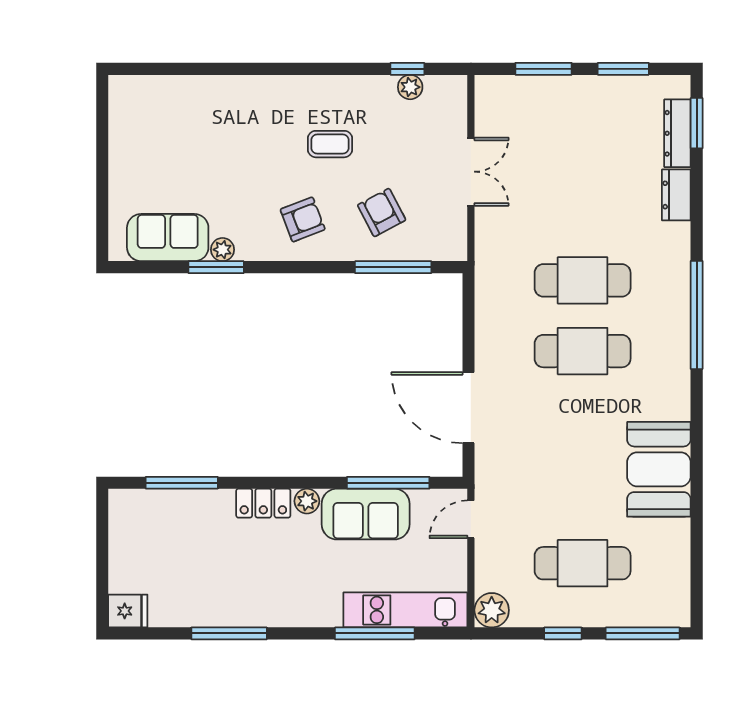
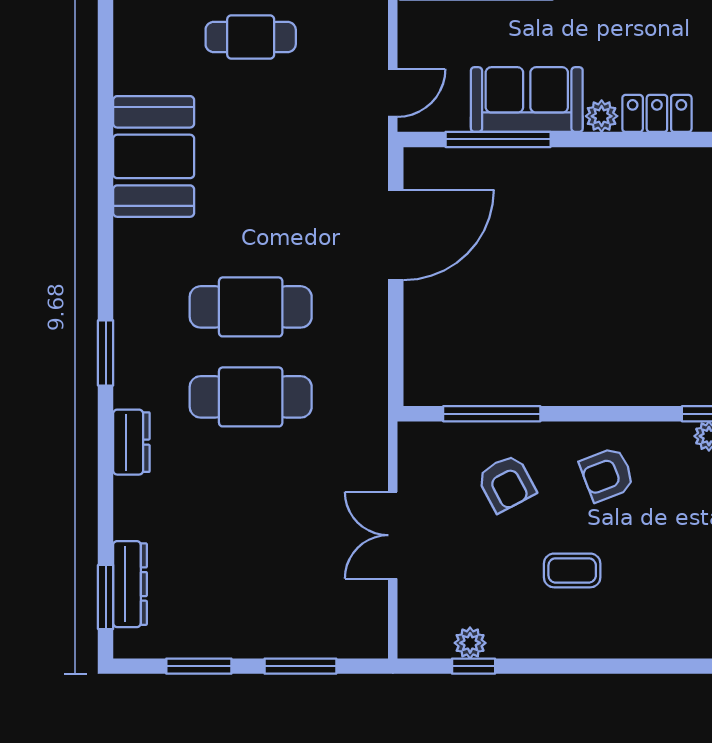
dresser: (676, 195) -> (131, 442), moved
window: (697, 315) -> (106, 353), width x0.47
door: (469, 408) -> (396, 235), hinge flipped
cafe table: (583, 563) -> (251, 37), width x0.73, depth x0.74

